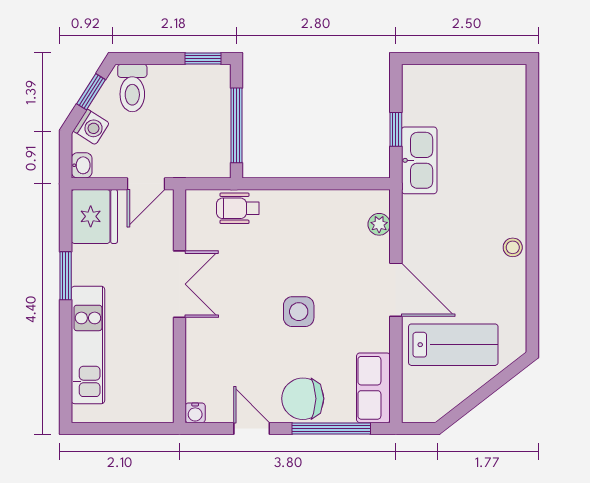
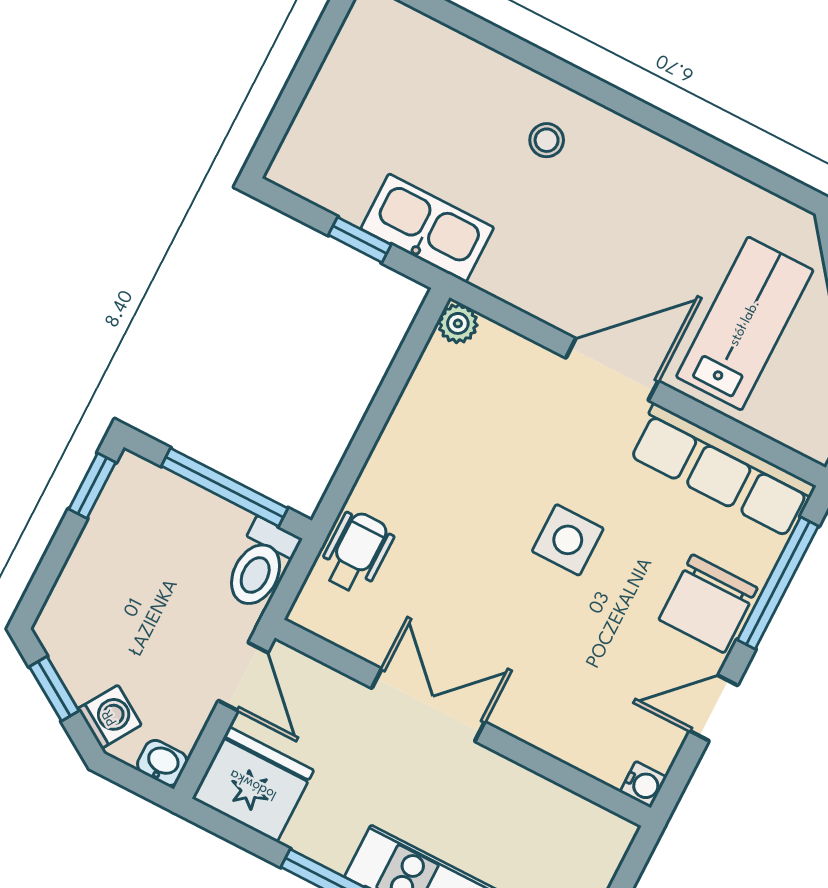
toilet: (132, 88) -> (261, 564), moved, turned 90
wheelchair: (238, 208) -> (356, 552), turned 180
plant: (379, 224) -> (458, 323), moved
stool: (513, 247) -> (547, 140), moved
row of seats: (373, 388) -> (722, 470), width x1.48

